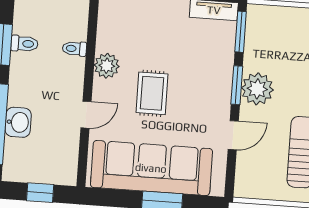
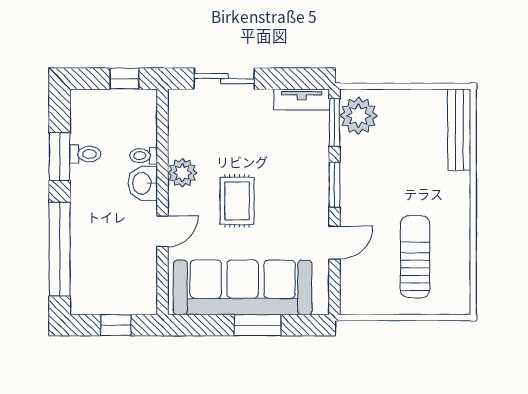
plant: (257, 89) -> (359, 116), moved
washbasin: (18, 122) -> (143, 183), moved, turned 180

